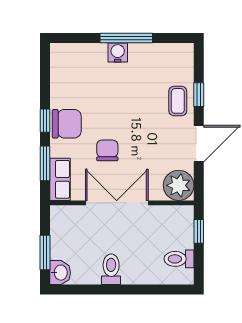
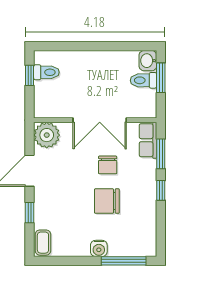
window: (126, 38) -> (124, 261), moved
coffee table: (178, 101) -> (43, 243), moved
chair: (67, 124) -> (107, 201), moved
window: (199, 231) -> (30, 75), moved
toilet: (111, 269) -> (143, 80), moved, turned 90

